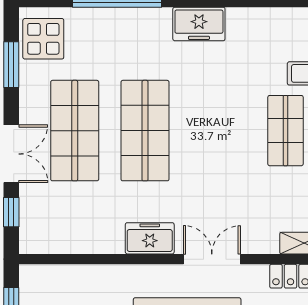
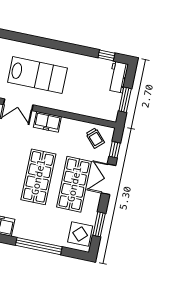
trolley: (53, 227) -> (95, 138), added

